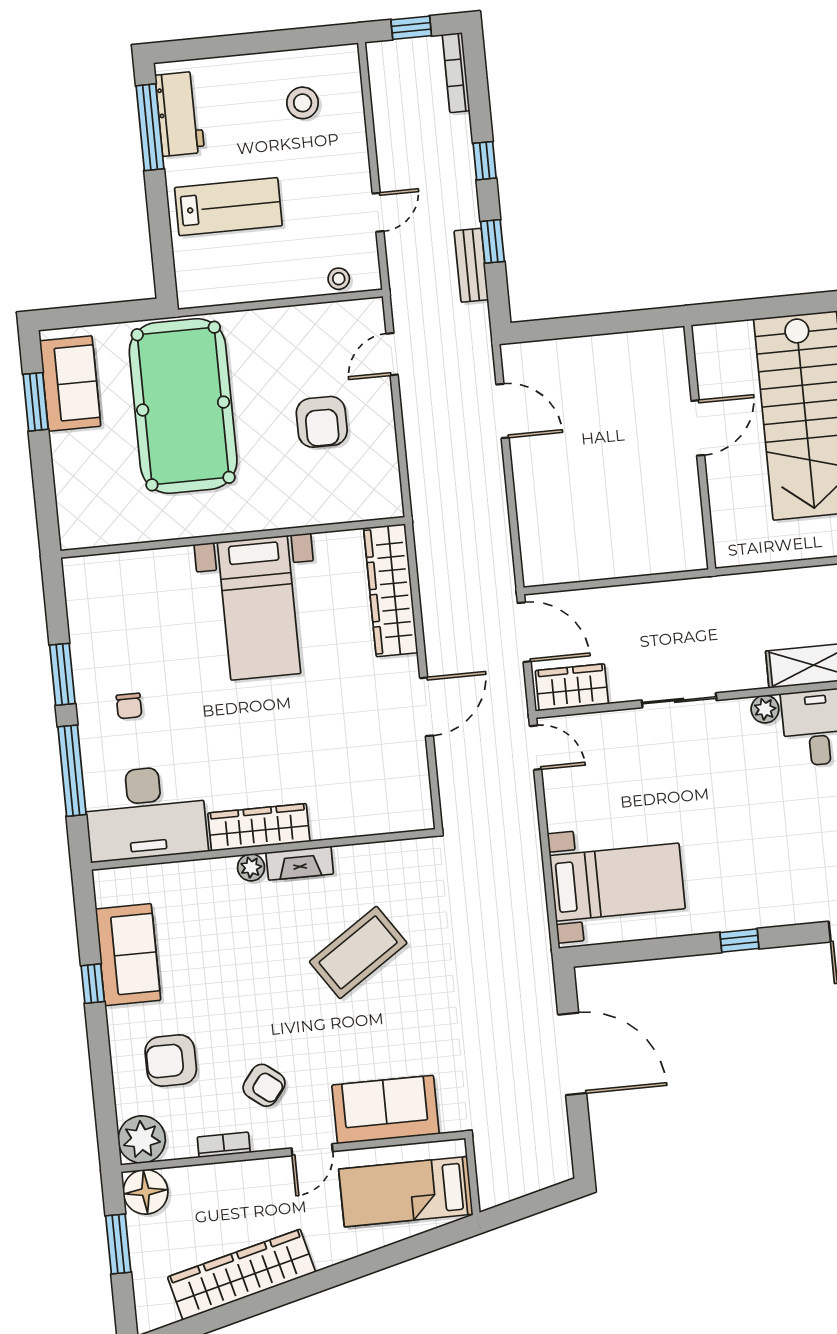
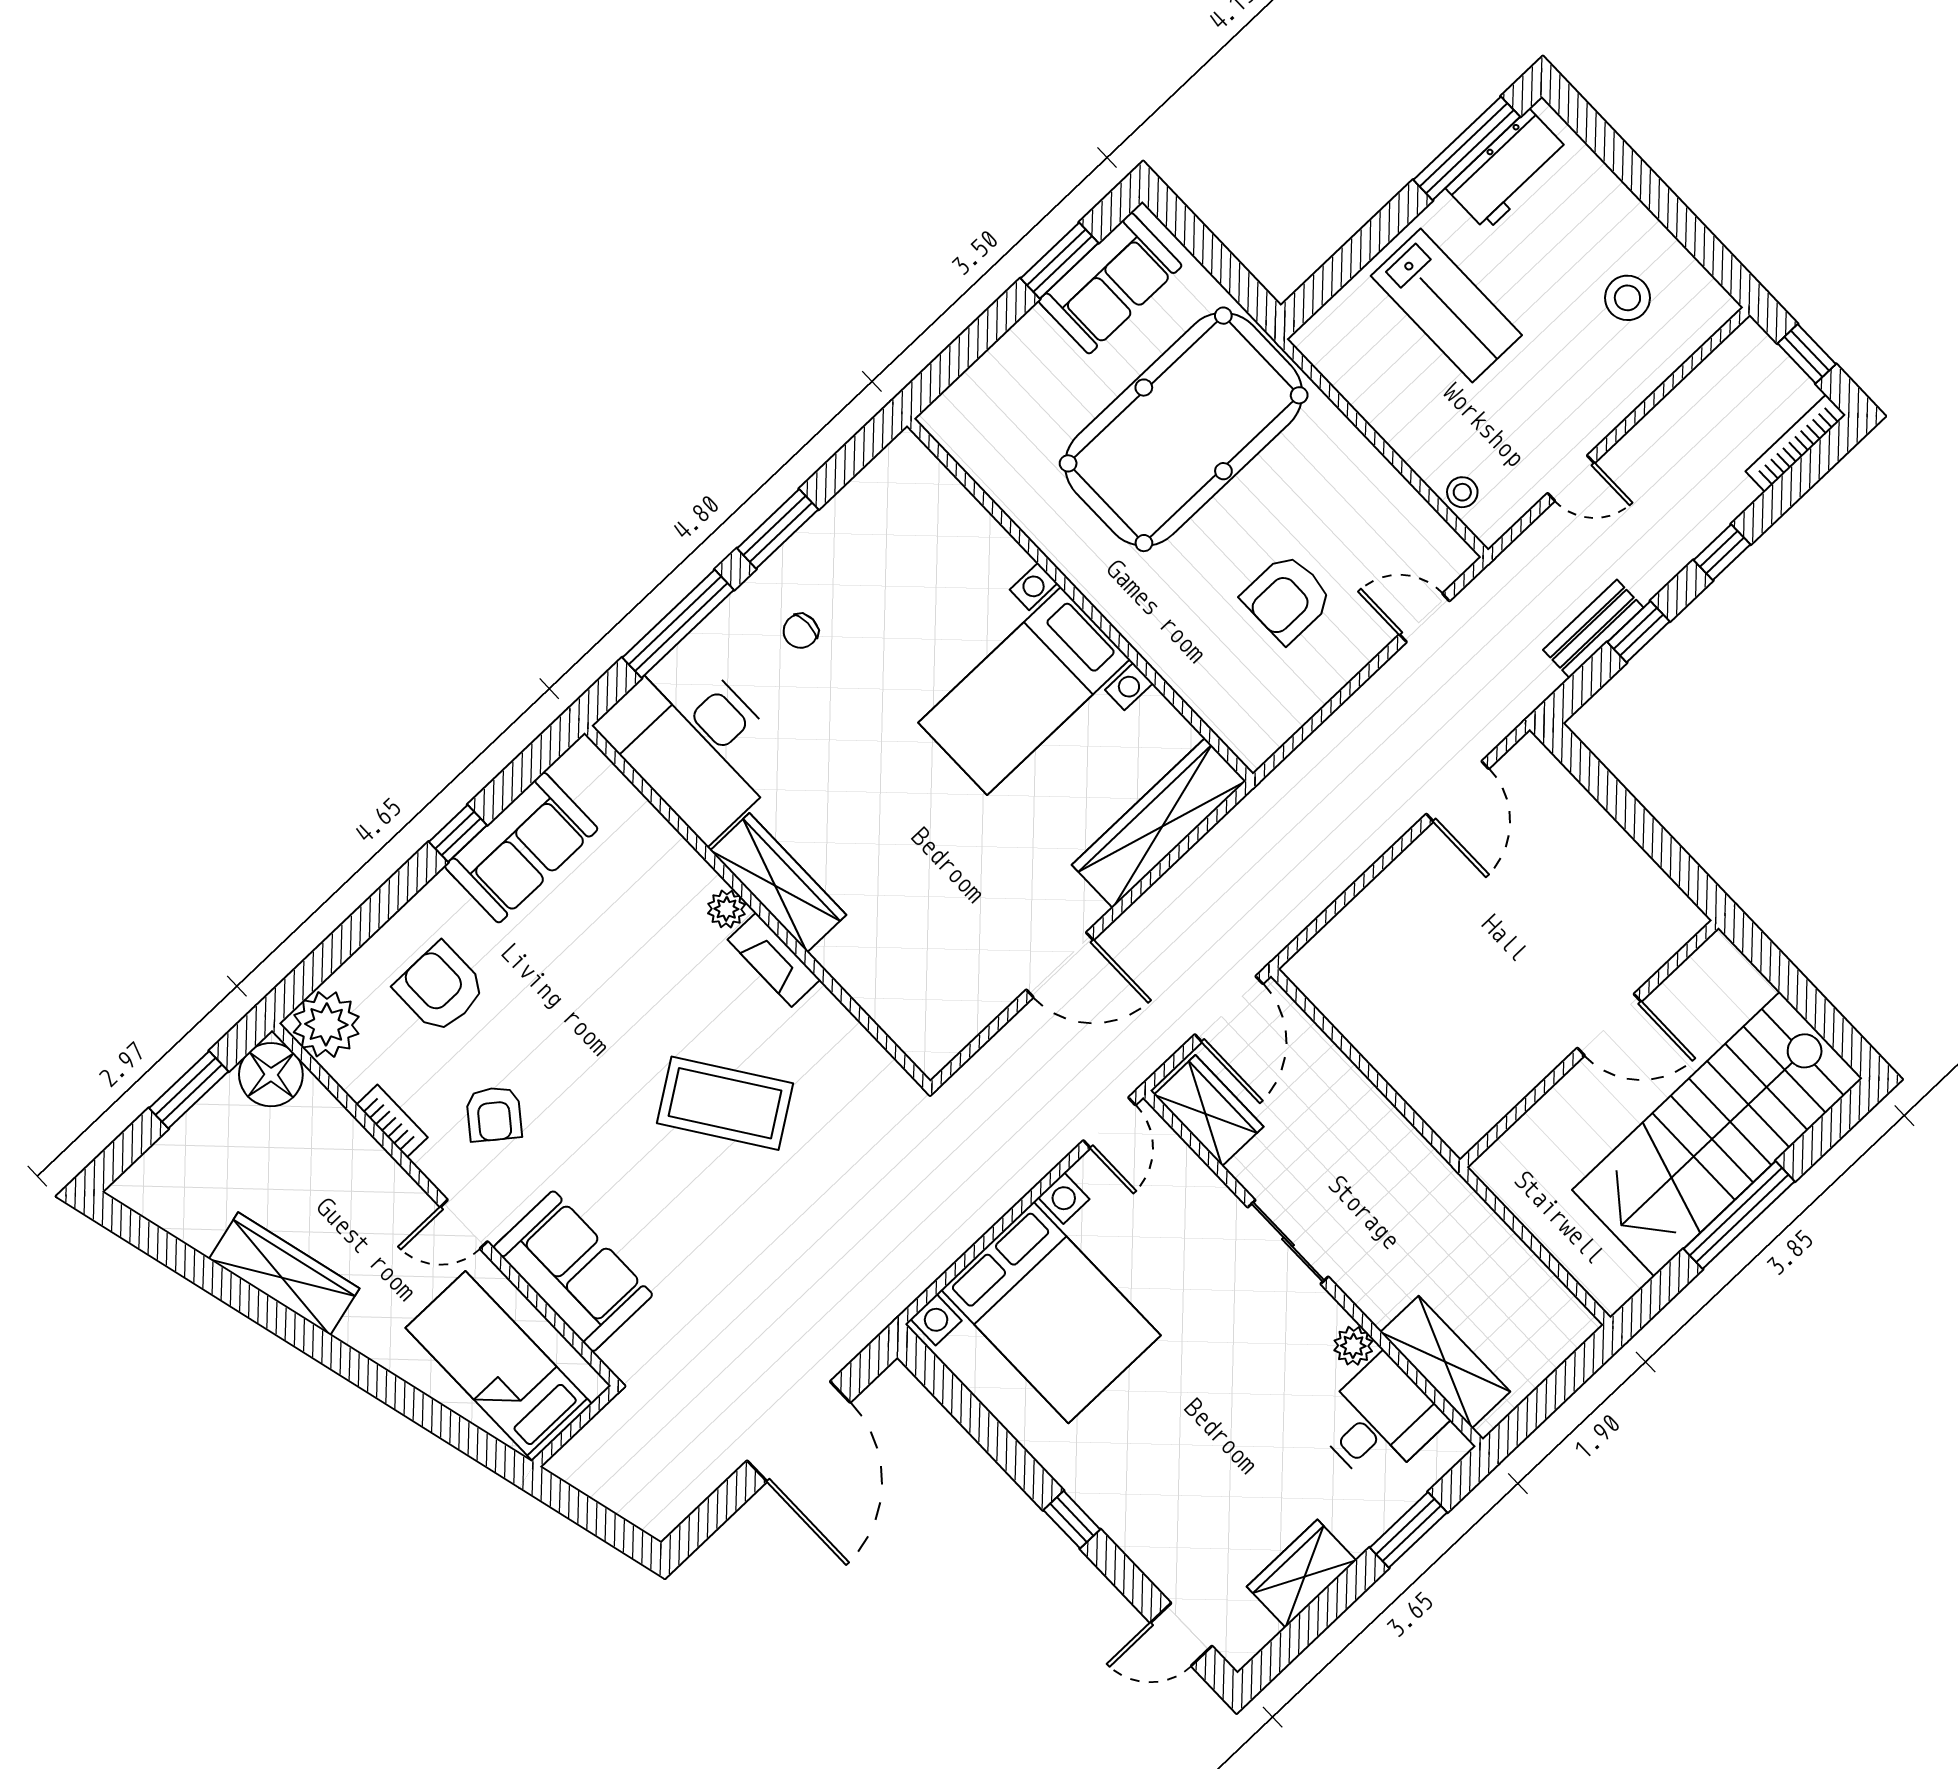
bed with nightstands: (617, 882) -> (1051, 1313), width x1.36
wardrobe: (242, 1275) -> (284, 1274), width x0.71, depth x0.85

